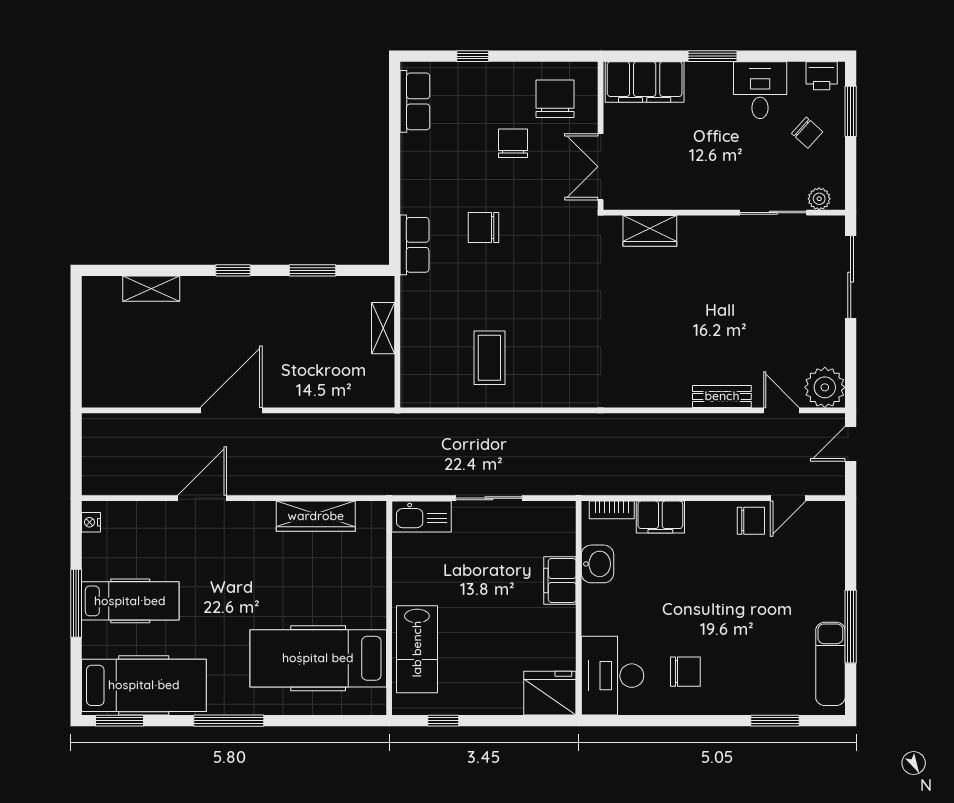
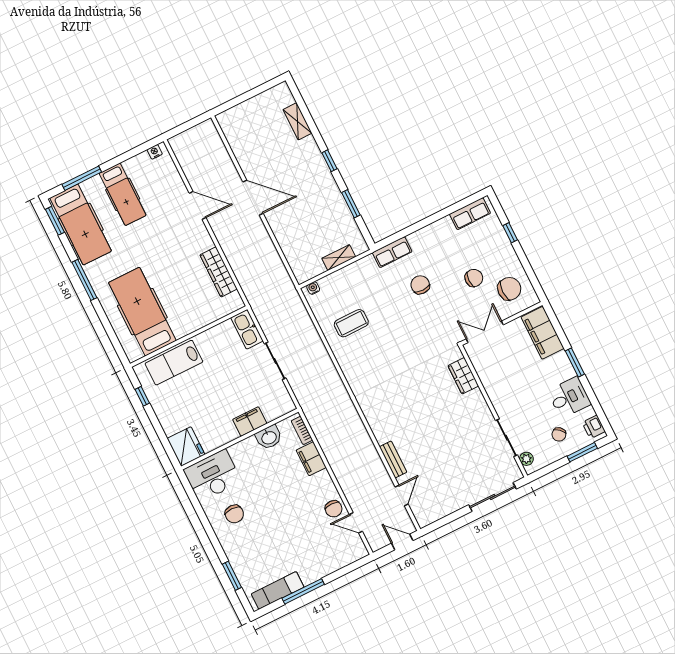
plant: (825, 387) -> (426, 513), removed
water cooler: (409, 388) -> (313, 288), added
window: (76, 603) -> (82, 178), moved

